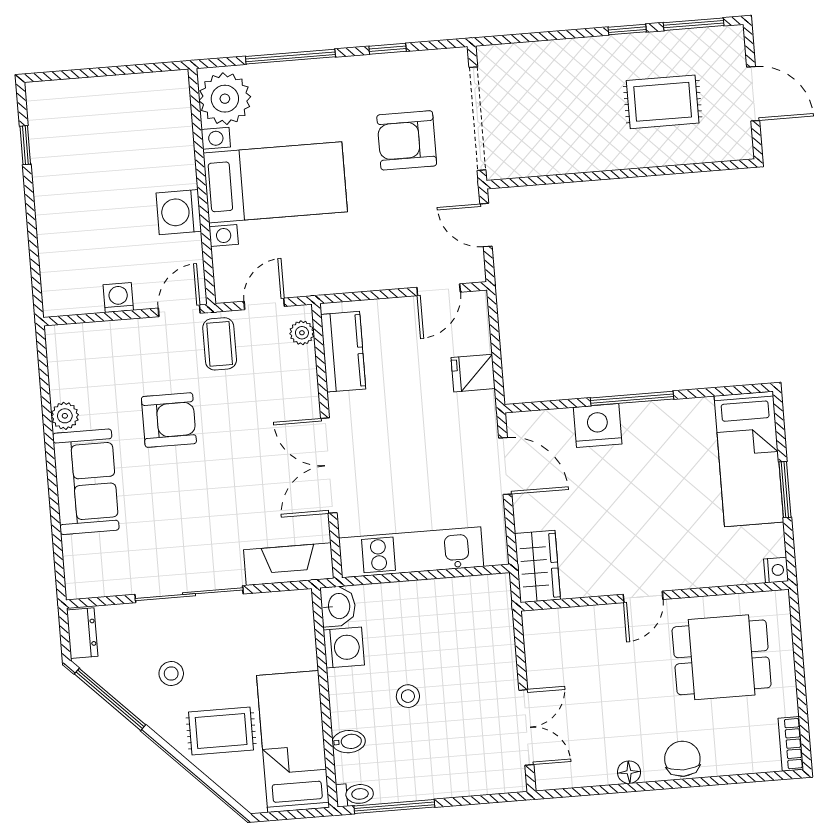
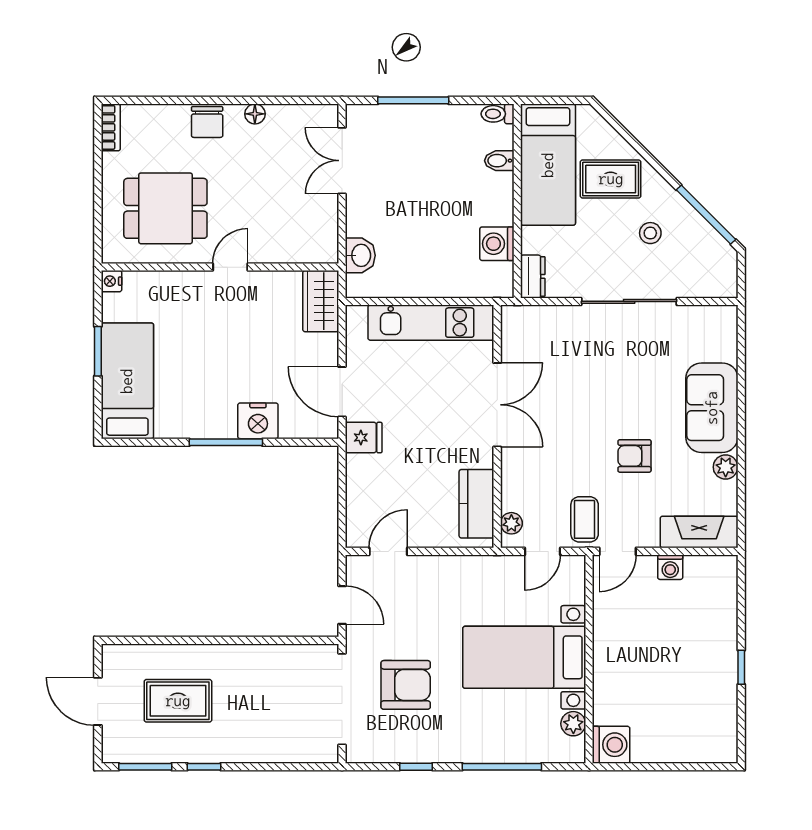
plant: (225, 99) -> (573, 724), width x0.53, depth x0.53
window: (25, 145) -> (741, 667), moved
washing machine: (179, 212) -> (611, 745), moved
fridge: (473, 373) -> (364, 438), moved
armchair: (169, 420) -> (634, 456), width x0.72, depth x0.72
fireplace: (289, 564) -> (699, 532), moved, turned 180
washbasin: (338, 606) -> (360, 255), moved, turned 180
dresser: (82, 633) -> (533, 276), moved, turned 180
stool: (408, 696) -> (444, 196), removed
window: (394, 806) -> (413, 100), moved

